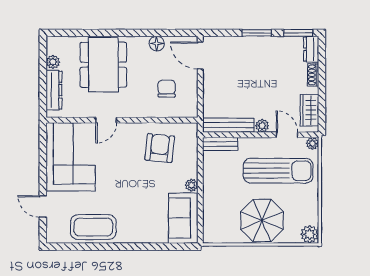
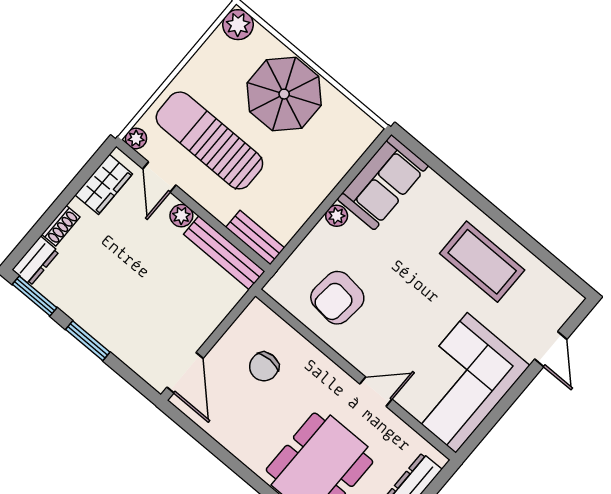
floor lamp: (157, 44) -> (228, 435), removed
coffee table: (93, 227) -> (482, 262), moved

